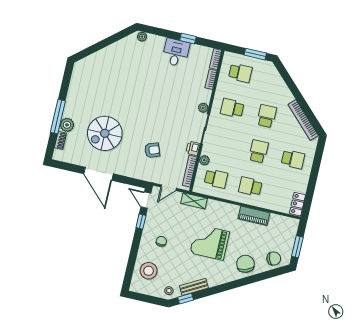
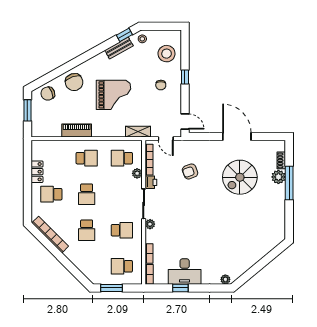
desk: (176, 53) -> (185, 271), width x1.37
spiral stairs: (105, 133) -> (240, 177), turned 180
door: (169, 188) -> (166, 139), swing flipped
locker: (297, 204) -> (37, 172), moved
window: (141, 221) -> (185, 77), moved

